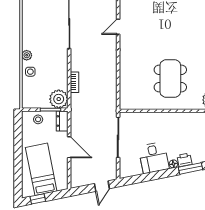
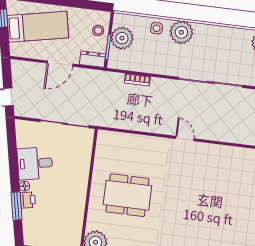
door: (118, 27) -> (185, 139), moved
plant: (27, 55) -> (181, 32), width x1.88, depth x1.88
plant: (59, 99) -> (122, 38), moved

